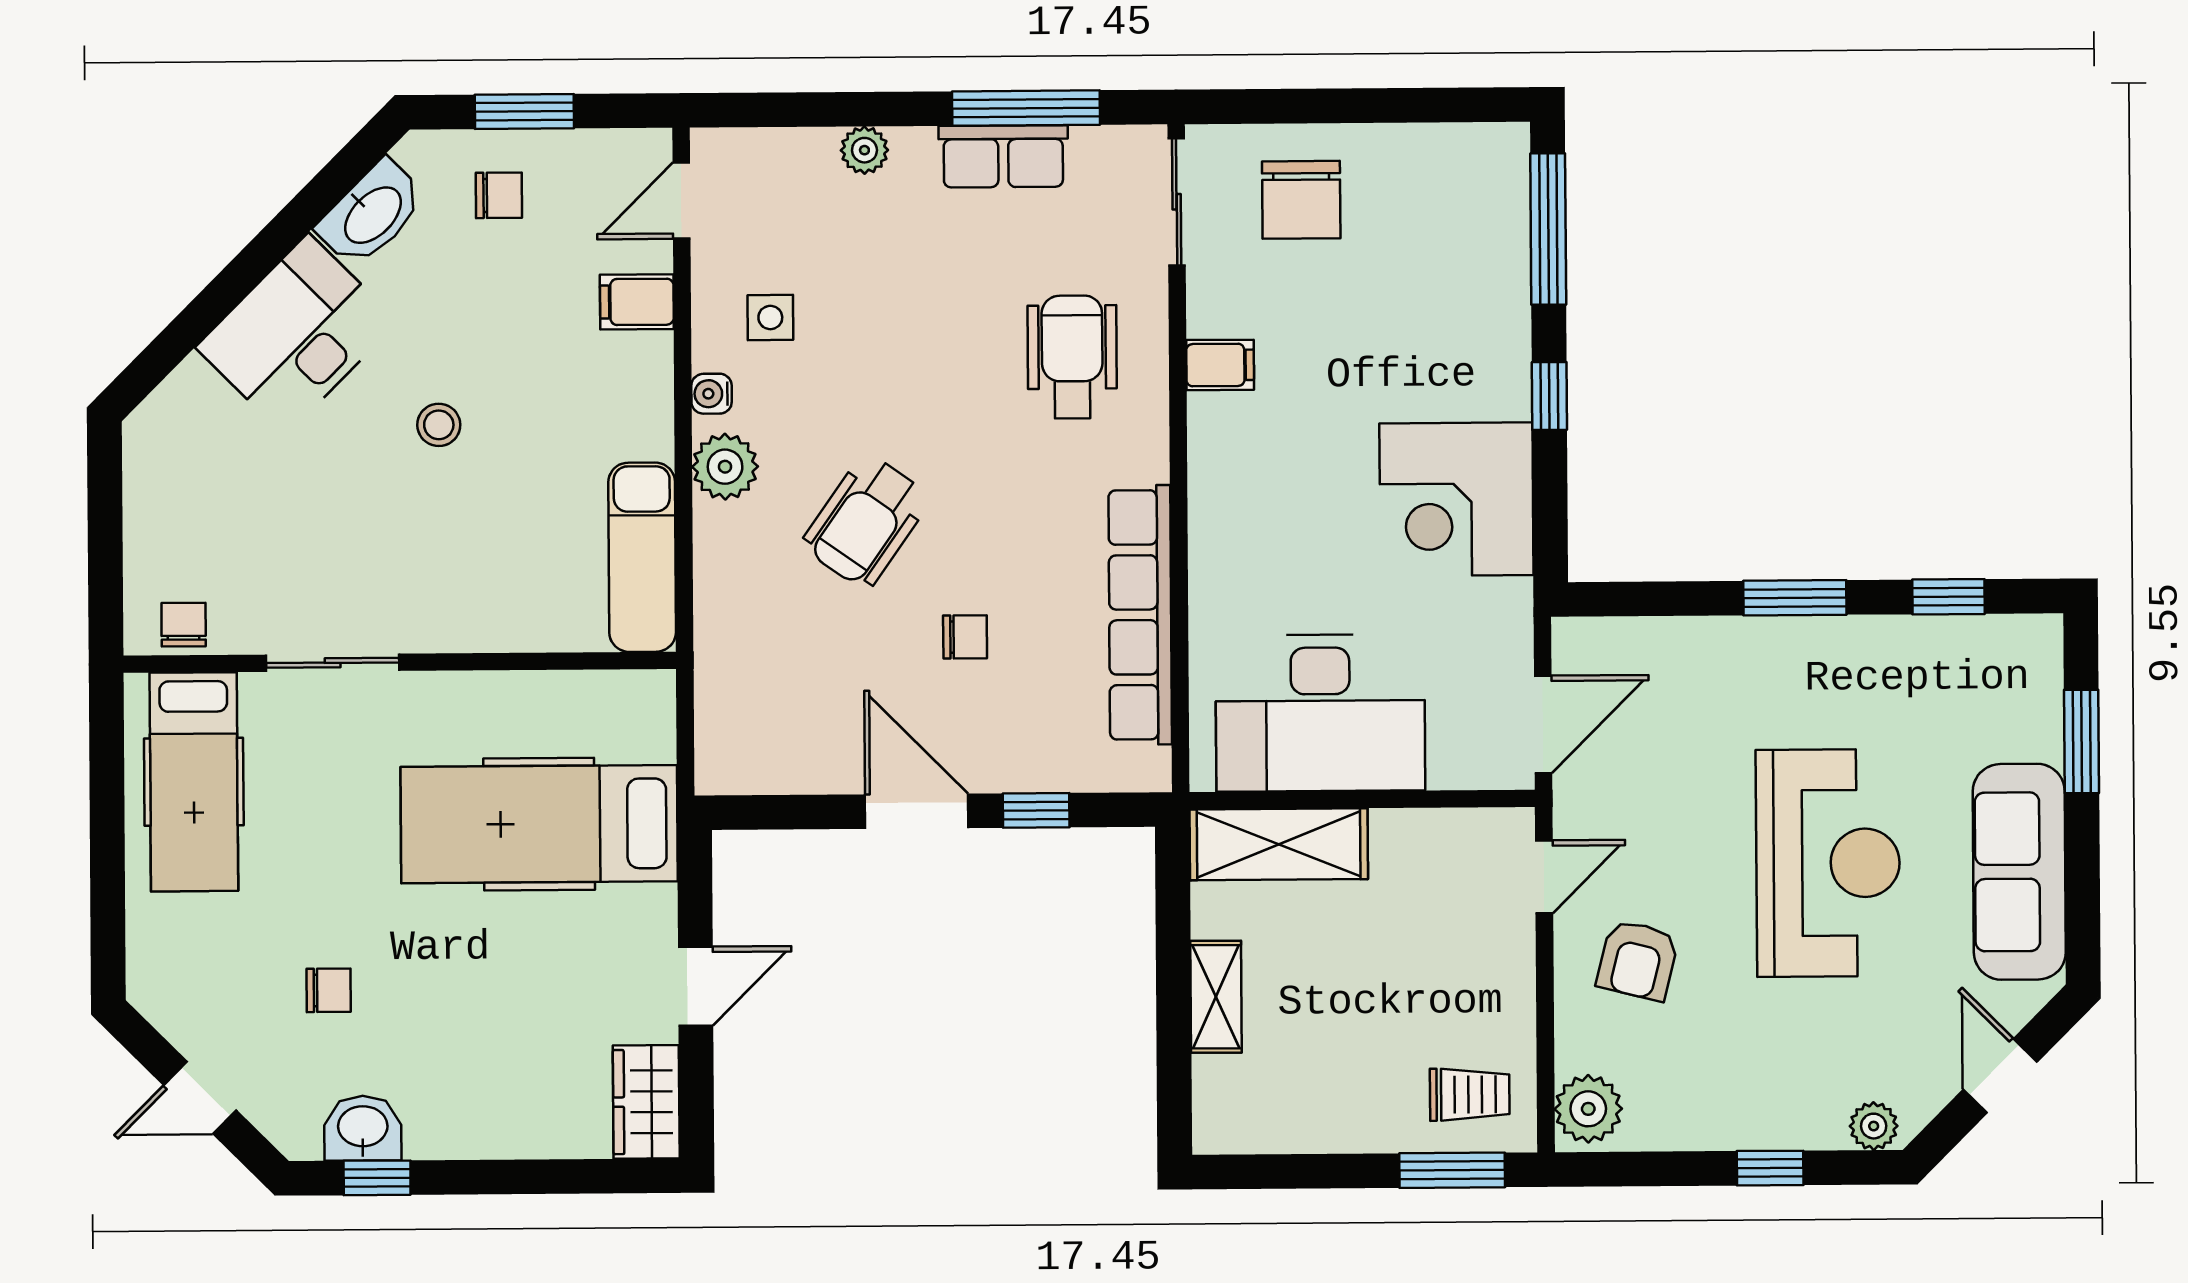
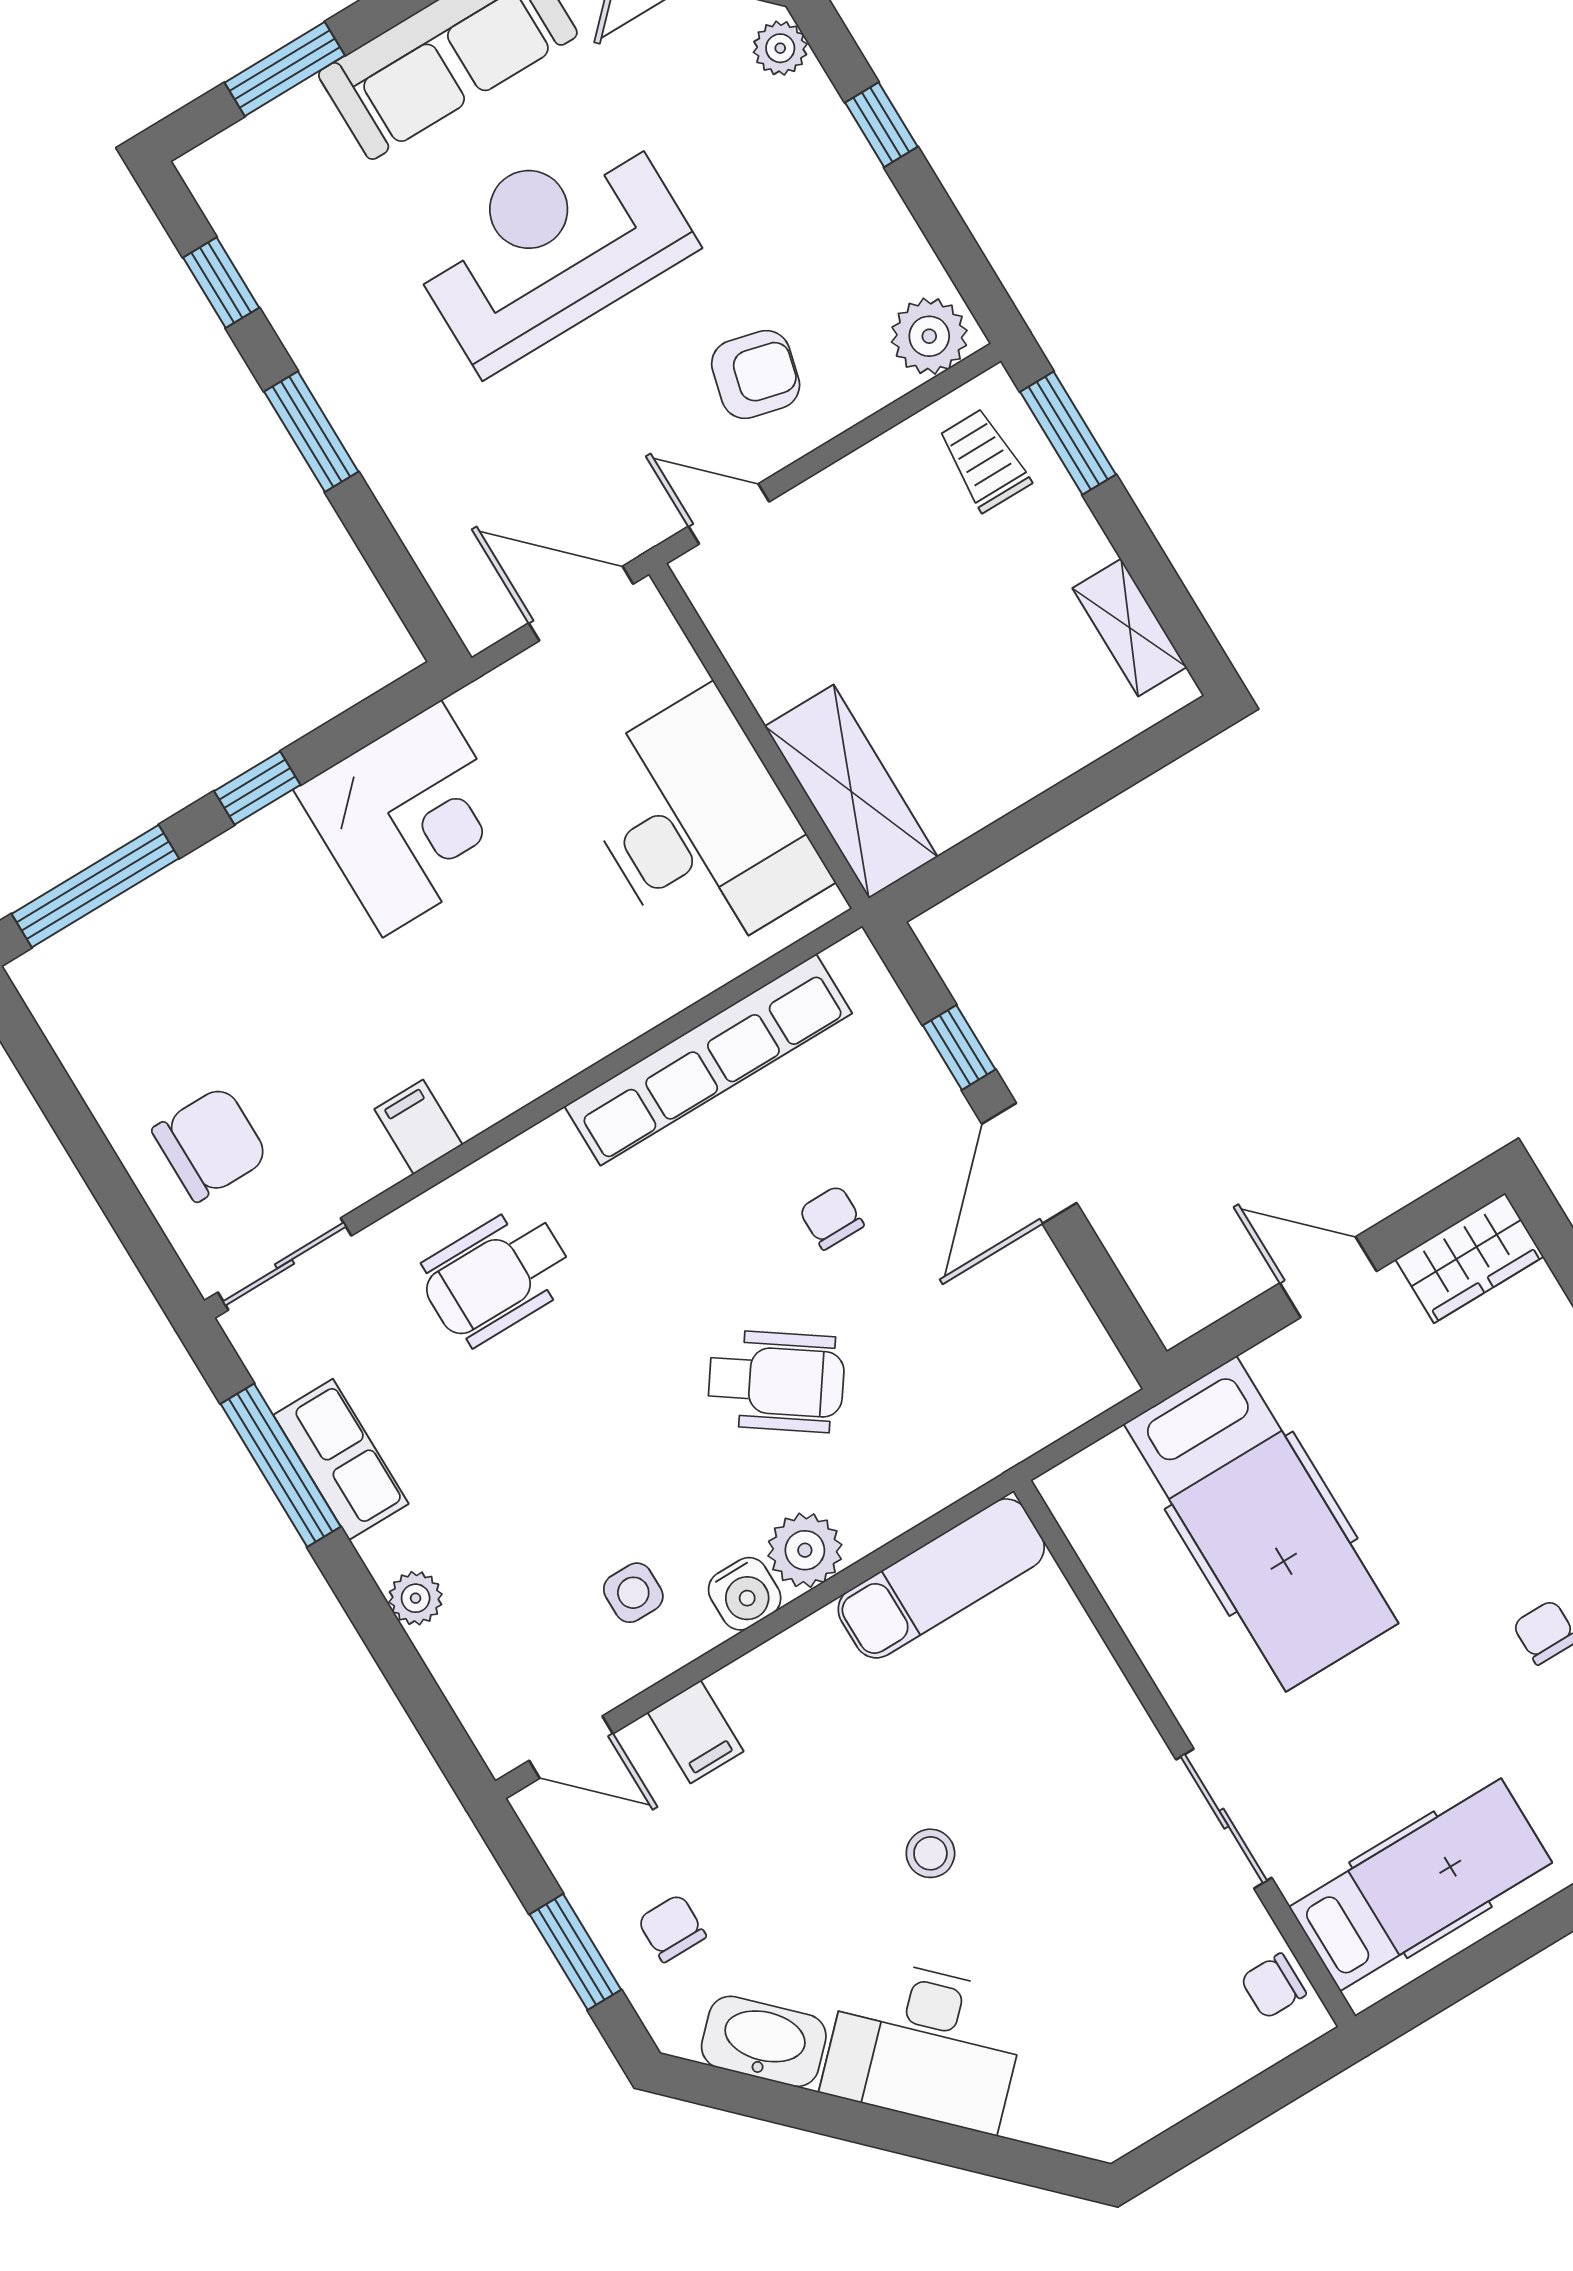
water cooler: (712, 394) -> (745, 1594), width x1.38, depth x1.38
shelving: (1216, 997) -> (1130, 628), moved, turned 90

